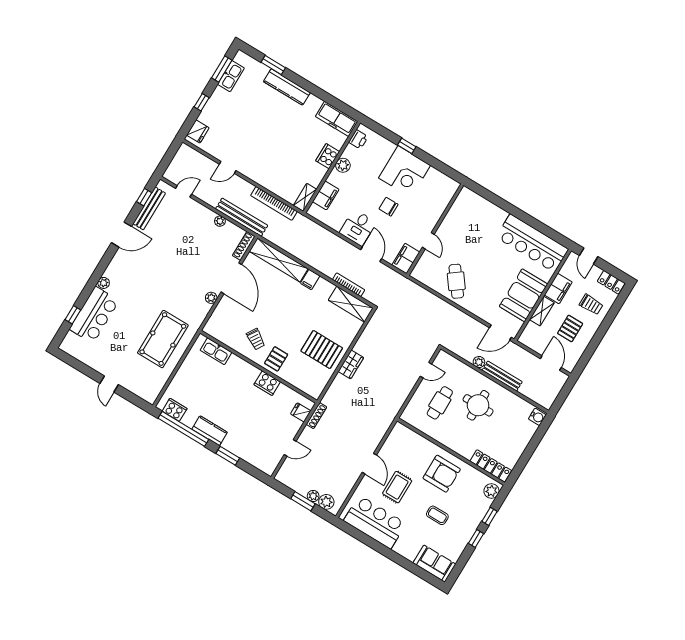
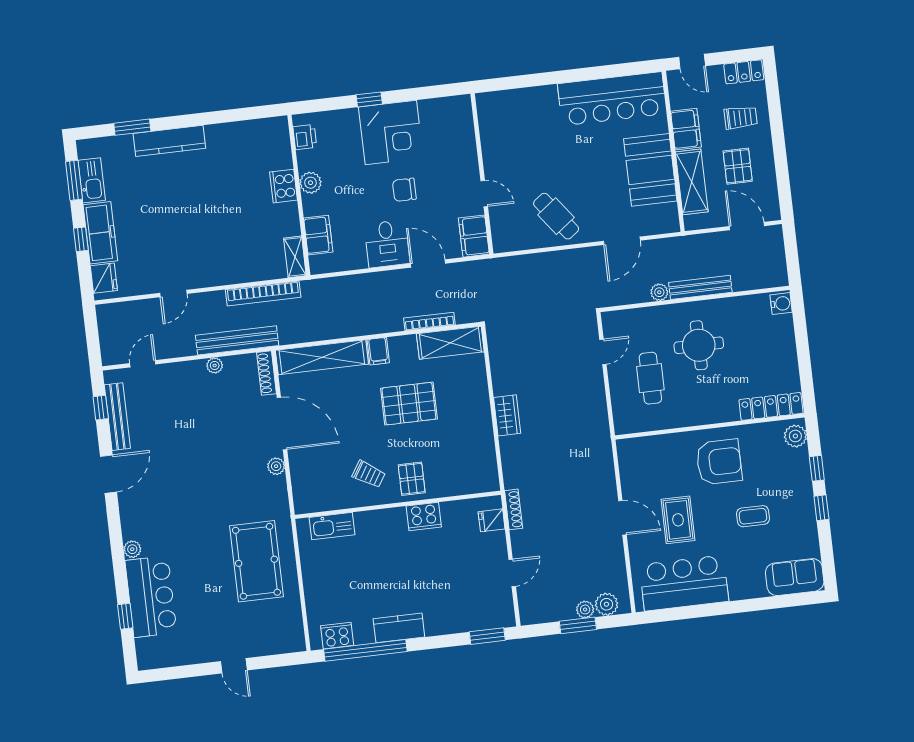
freezer: (337, 119) -> (100, 233), moved, turned -90
shelving: (542, 311) -> (692, 182), width x1.50, depth x1.33
door: (500, 333) -> (622, 241), moved
pallet: (322, 349) -> (409, 404), moved
window: (228, 456) -> (487, 636), moved

